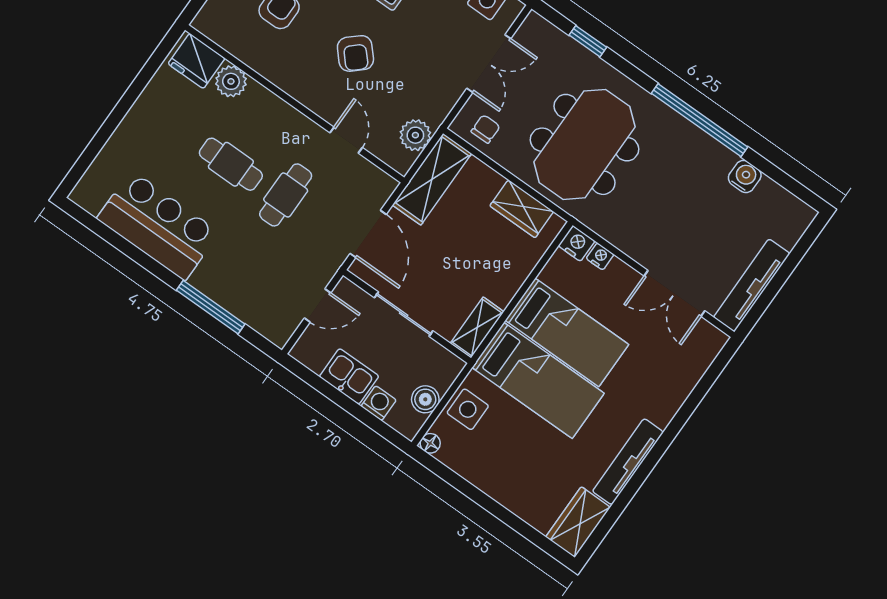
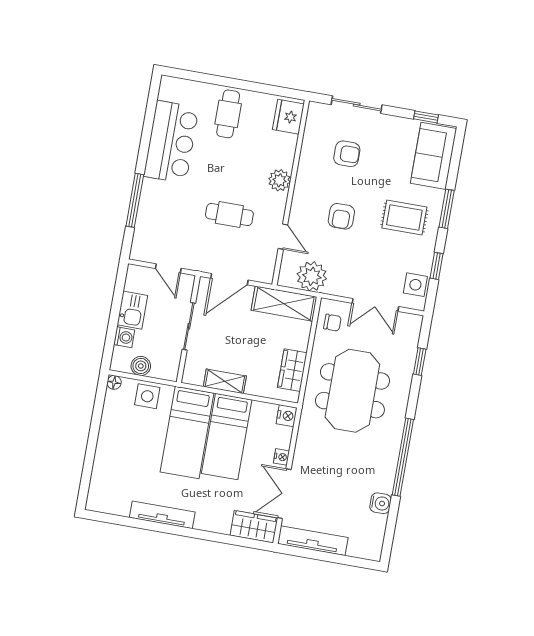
armchair: (355, 53) -> (341, 216), turned -48
plant: (231, 81) -> (280, 180), moved
plant: (415, 135) -> (312, 276), width x1.36, depth x1.36
door: (346, 140) -> (283, 237), hinge flipped
meeting table: (584, 144) -> (352, 391), turned 90
cafe table: (231, 164) -> (228, 114), moved
nightstand: (600, 256) -> (281, 457), moved
shelving: (477, 328) -> (225, 381), moved
wardrobe: (578, 522) -> (254, 527), moved

